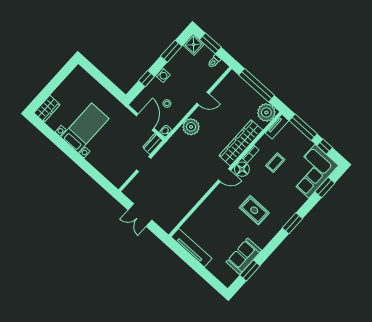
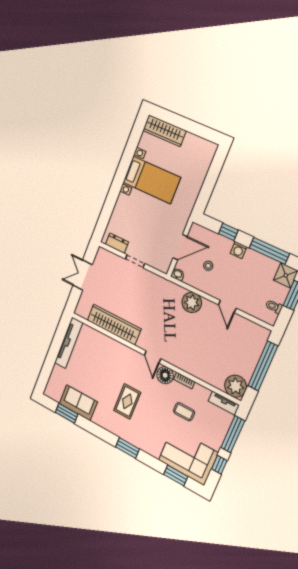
window: (171, 51) -> (269, 251), width x1.44
wardrobe: (47, 109) -> (164, 131), width x1.50
wardrobe: (241, 143) -> (114, 325), moved
dresser: (152, 144) -> (117, 243), moved

